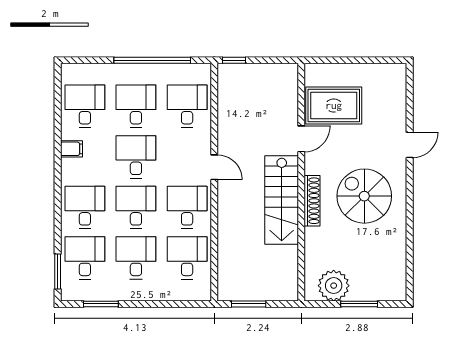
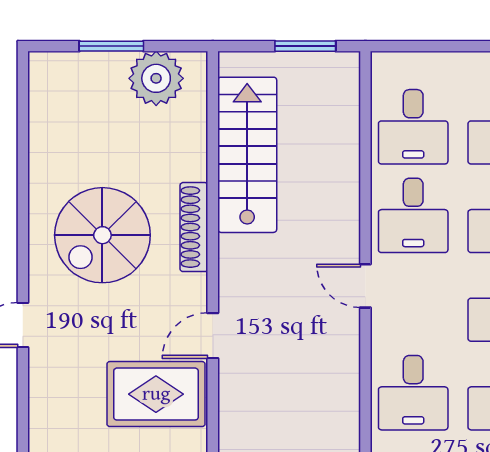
spiral stairs: (364, 196) -> (102, 235), turned 90
stairs: (282, 200) -> (247, 155), moved

